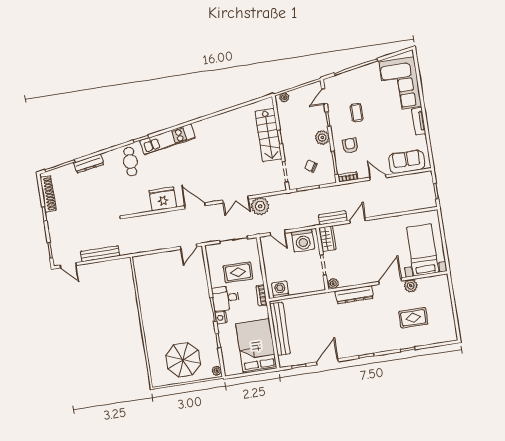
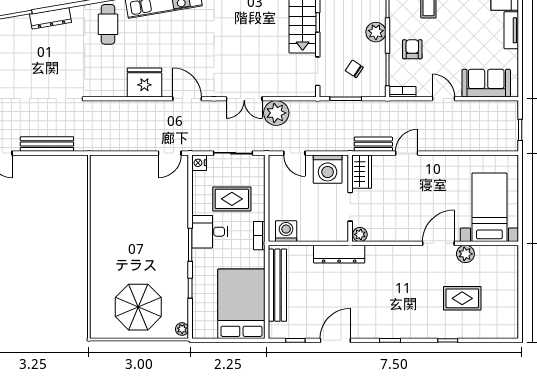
dresser: (354, 295) -> (339, 254), moved
nightstand: (221, 318) -> (199, 163), moved

